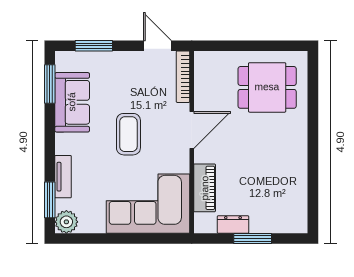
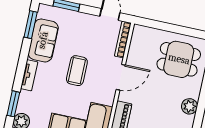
plant: (296, 150) -> (189, 106), added
tv unit: (63, 177) -> (29, 75), moved

